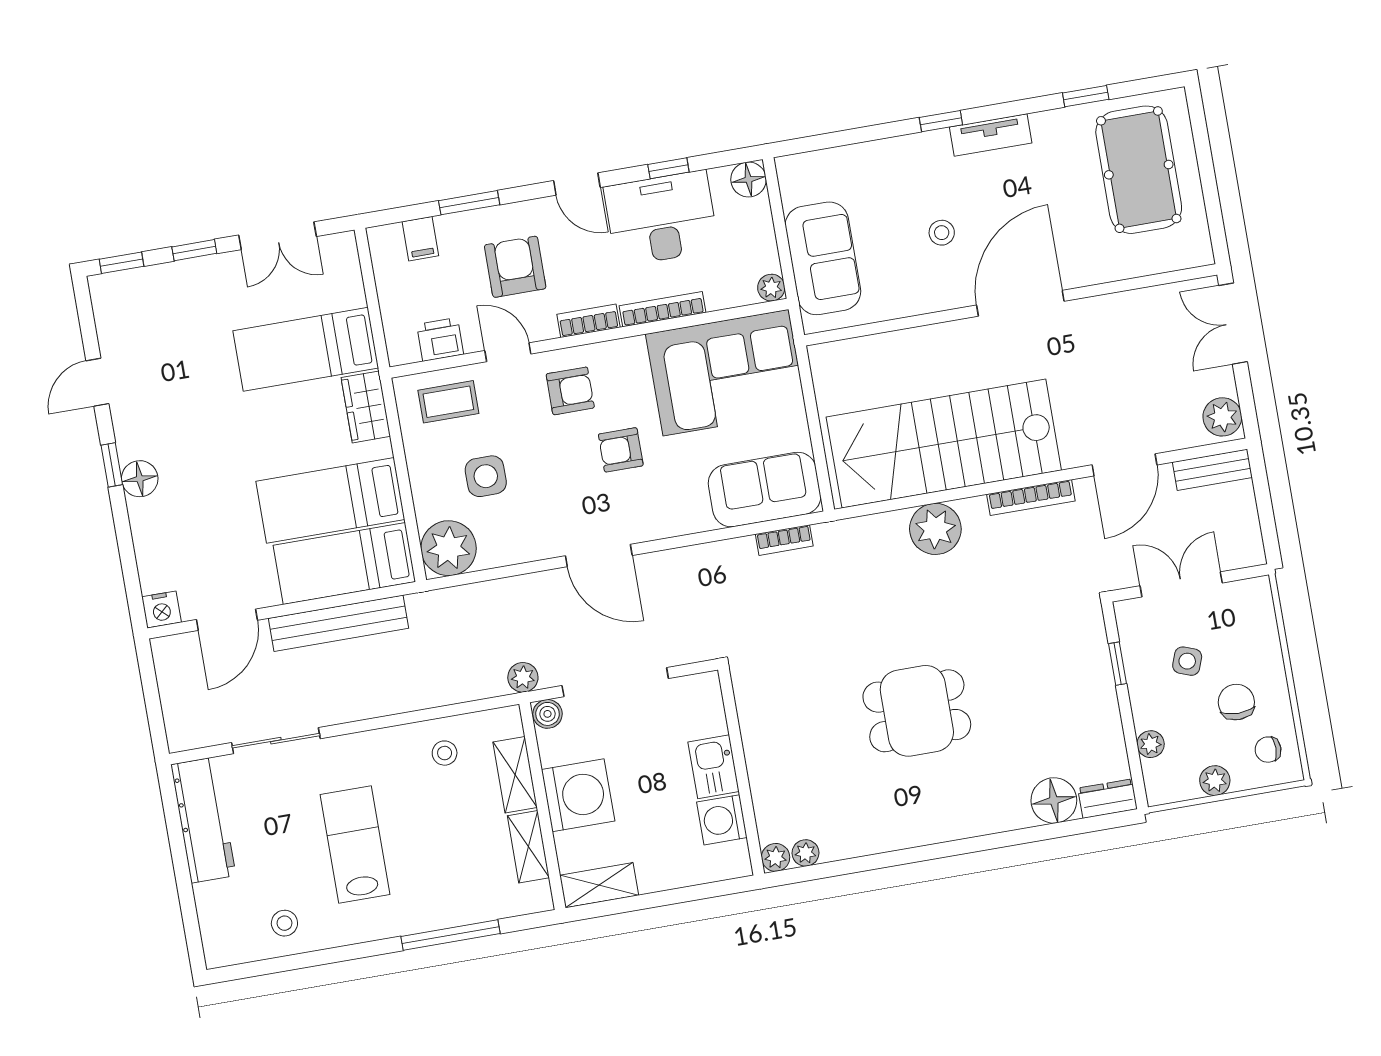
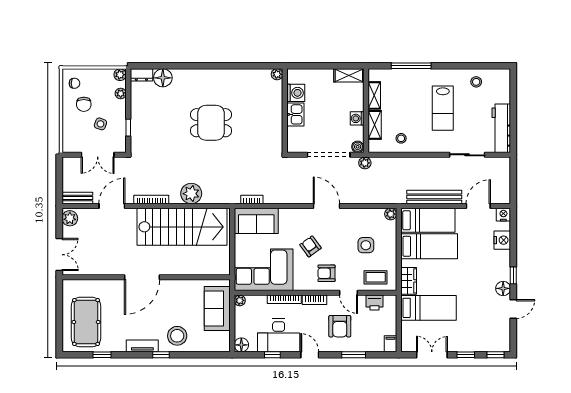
stool: (942, 233) -> (177, 336), moved, width x1.89, depth x1.89
filing cabinet: (420, 239) -> (390, 344), moved
armchair: (621, 450) -> (310, 246), turned -126
floor lamp: (140, 479) -> (503, 288), moved
nightstand: (154, 546) -> (502, 240), added
plant: (449, 548) -> (391, 214), width x0.53, depth x0.53
plant: (1215, 781) -> (120, 75), moved
washing machine: (578, 795) -> (357, 118), width x0.53, depth x0.53
plant: (805, 853) -> (265, 74), removed

